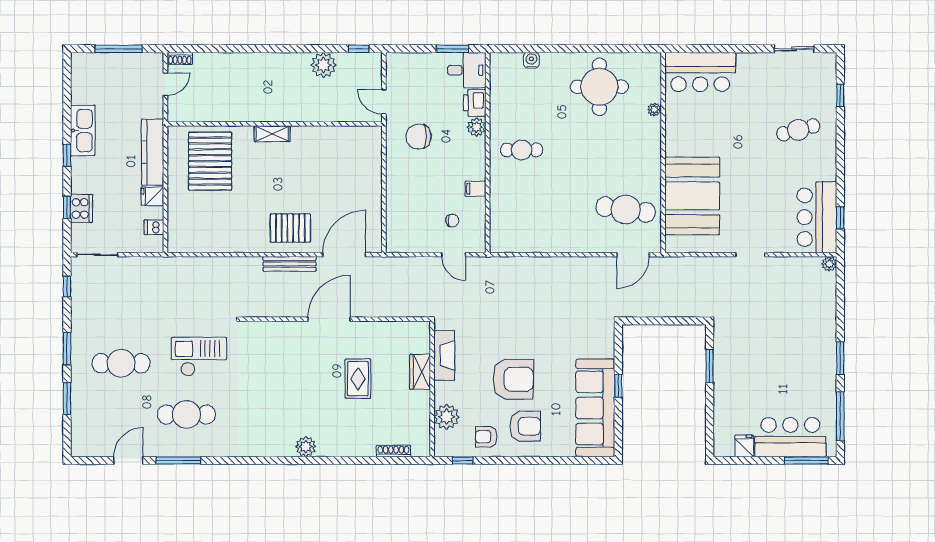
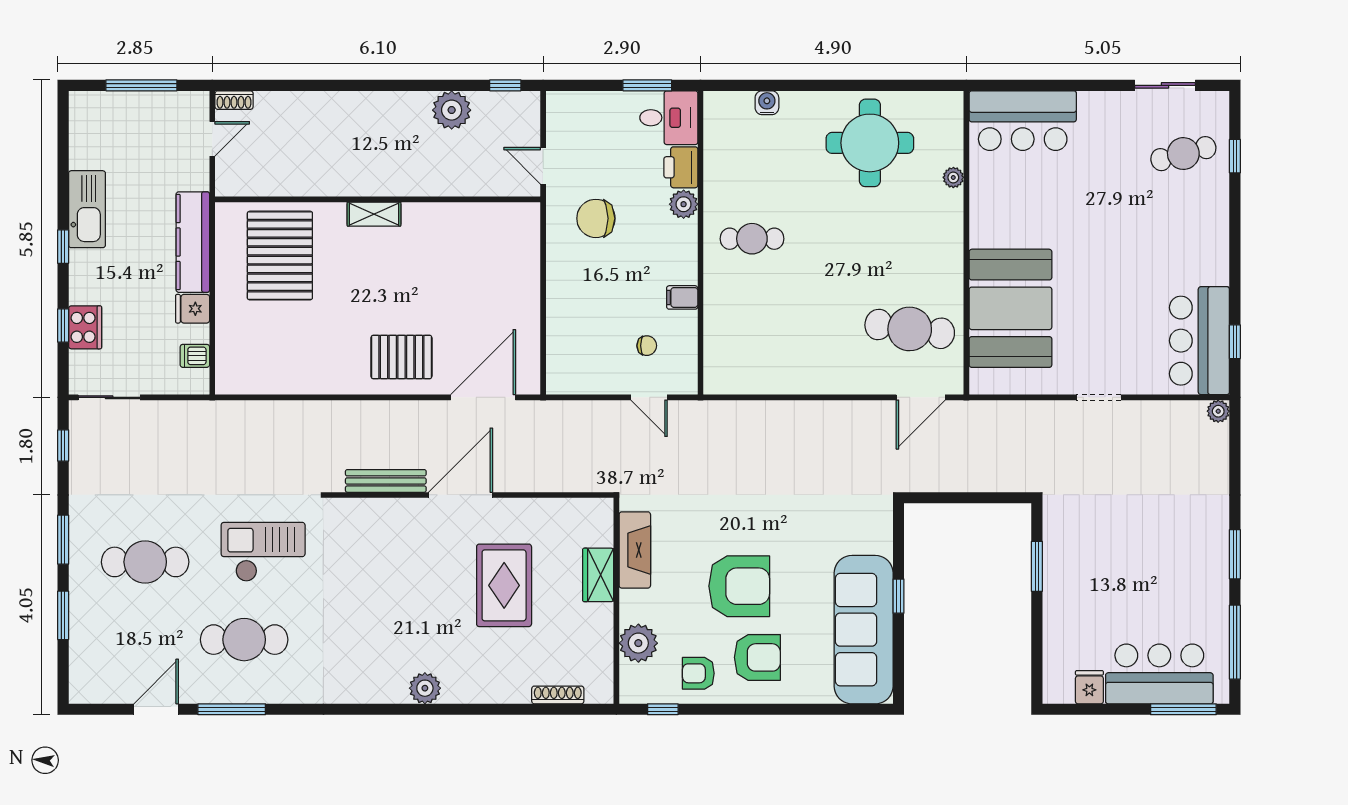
cafe table: (798, 130) -> (1183, 154), moved
bench: (290, 264) -> (386, 481), moved
rug: (358, 379) -> (504, 585), width x1.36, depth x1.43

